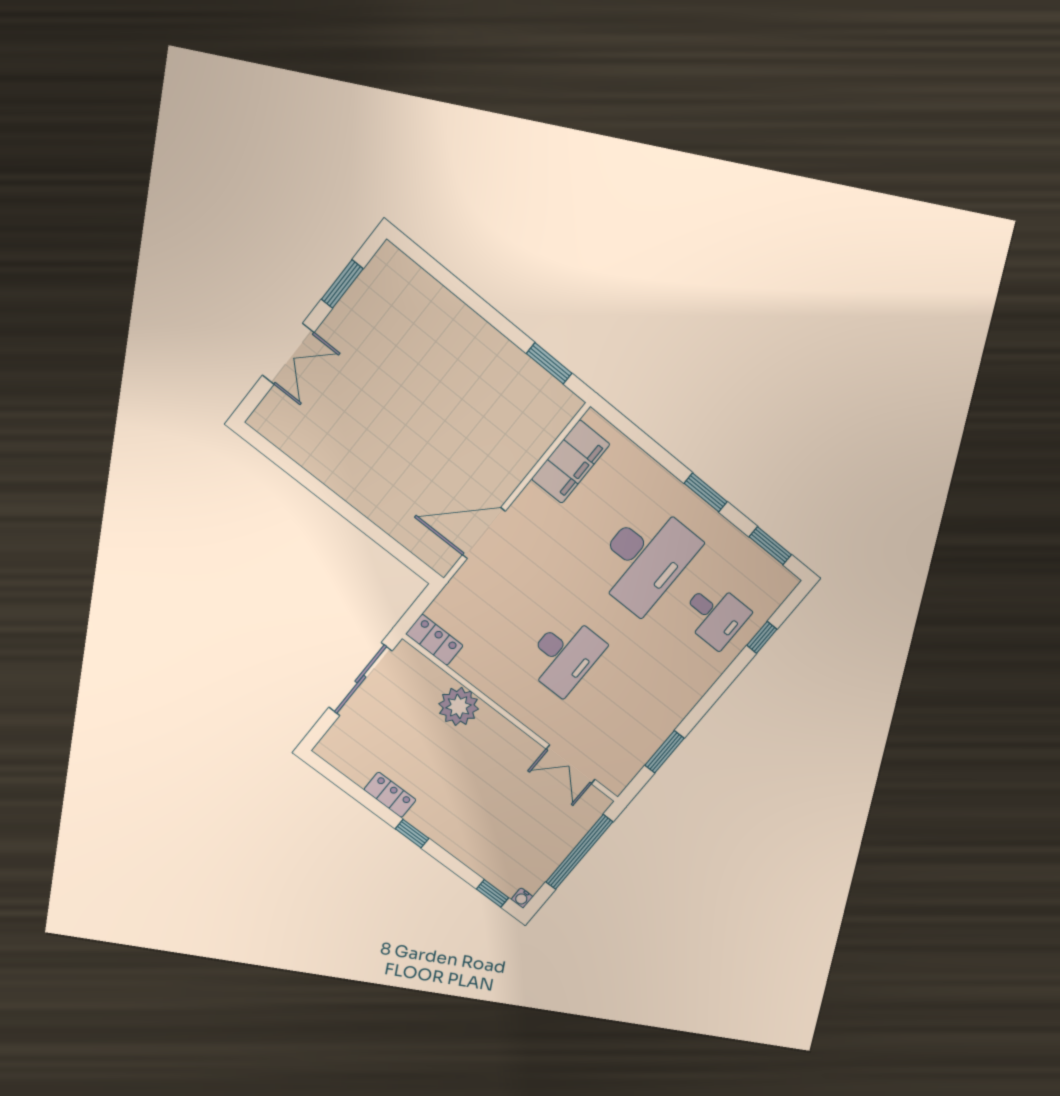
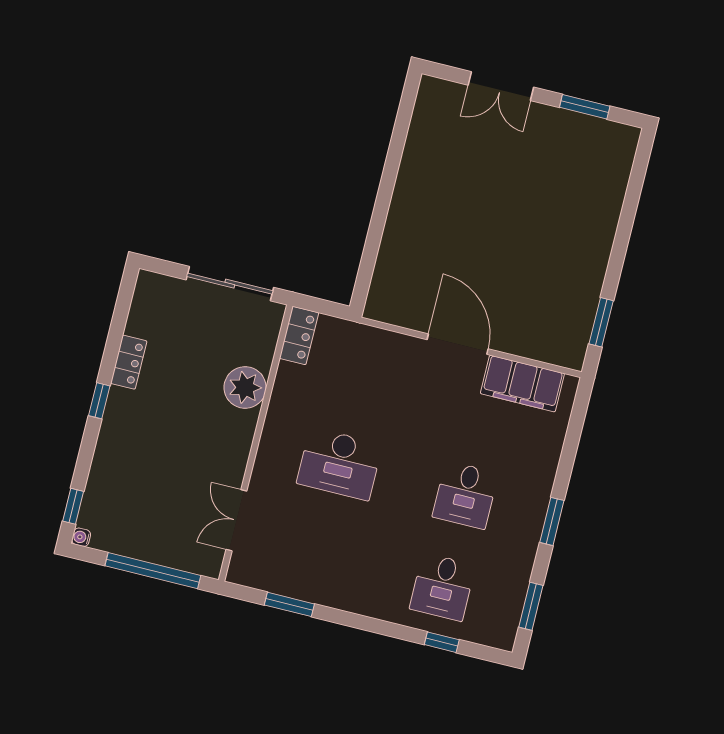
door: (484, 533) -> (458, 344), moved
desk: (645, 558) -> (465, 495), width x0.53, depth x0.77

